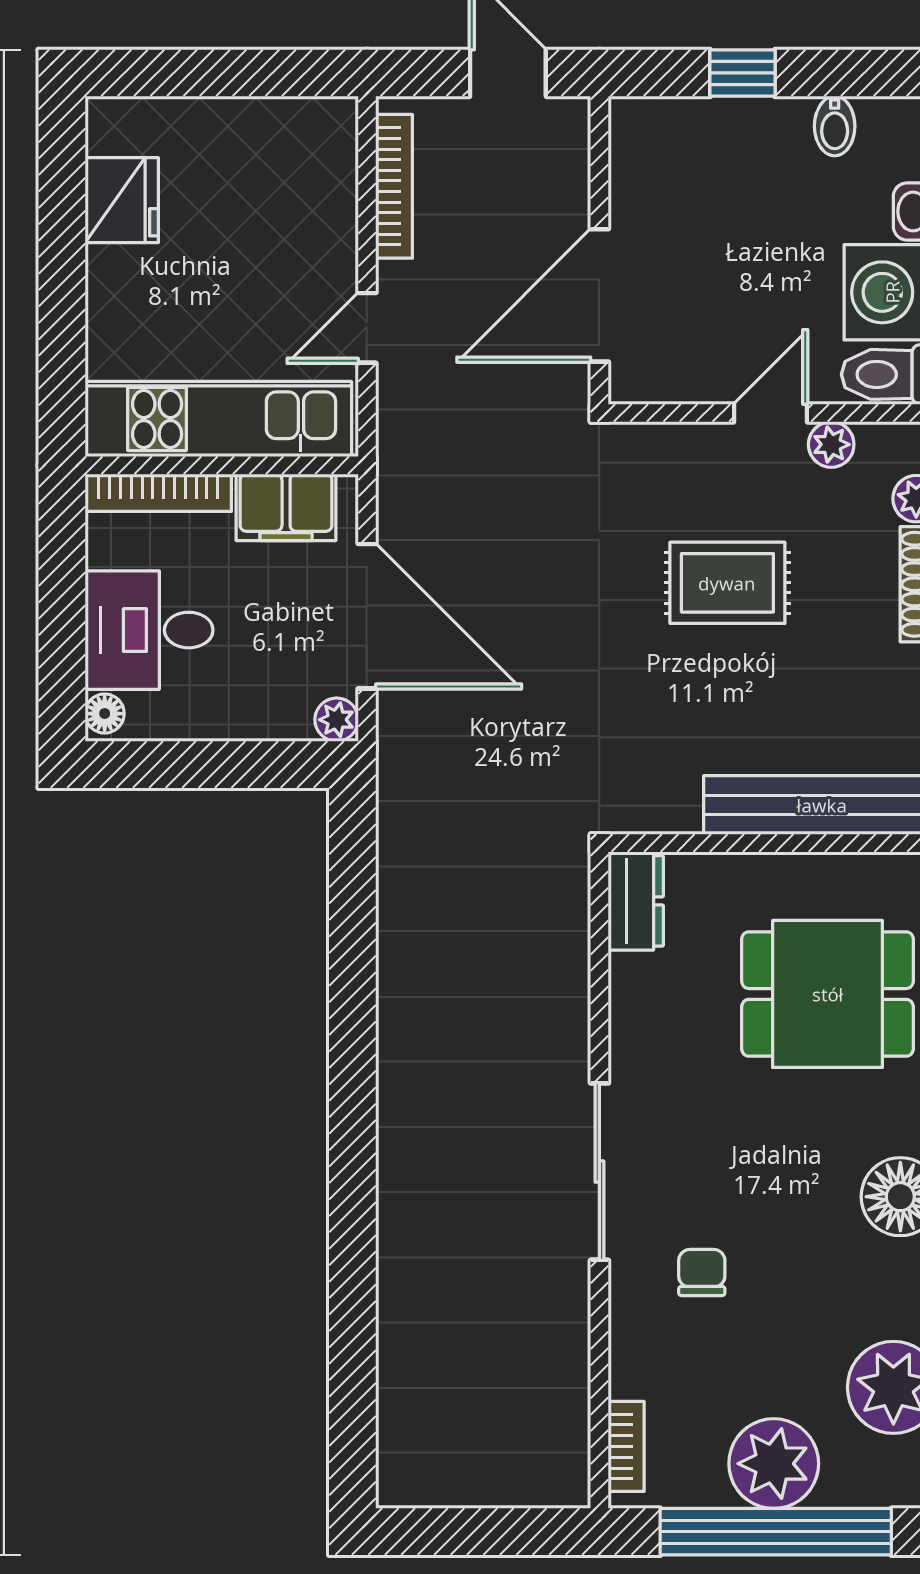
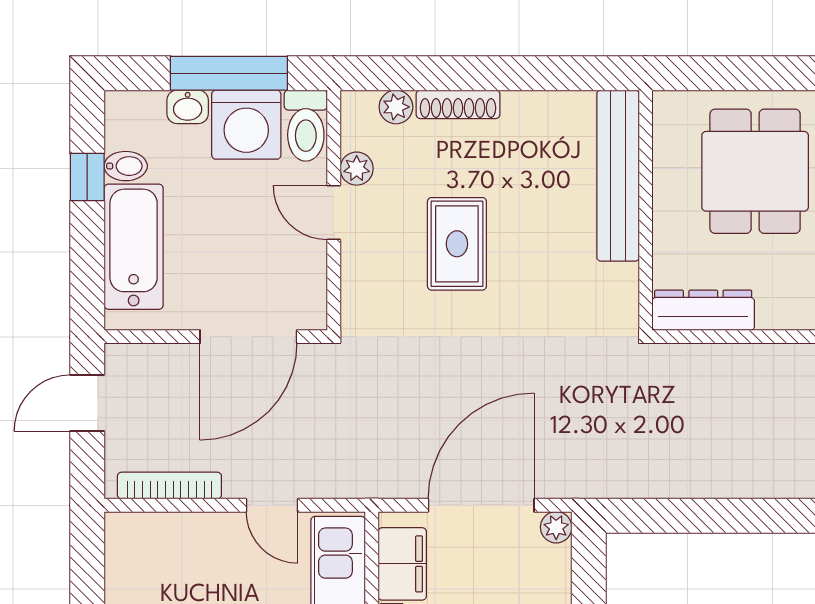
window: (742, 73) -> (87, 177), moved
bathtub: (723, 137) -> (134, 247), added
door: (599, 295) -> (248, 337), hinge flipped
dresser: (636, 901) -> (703, 310), width x1.44

